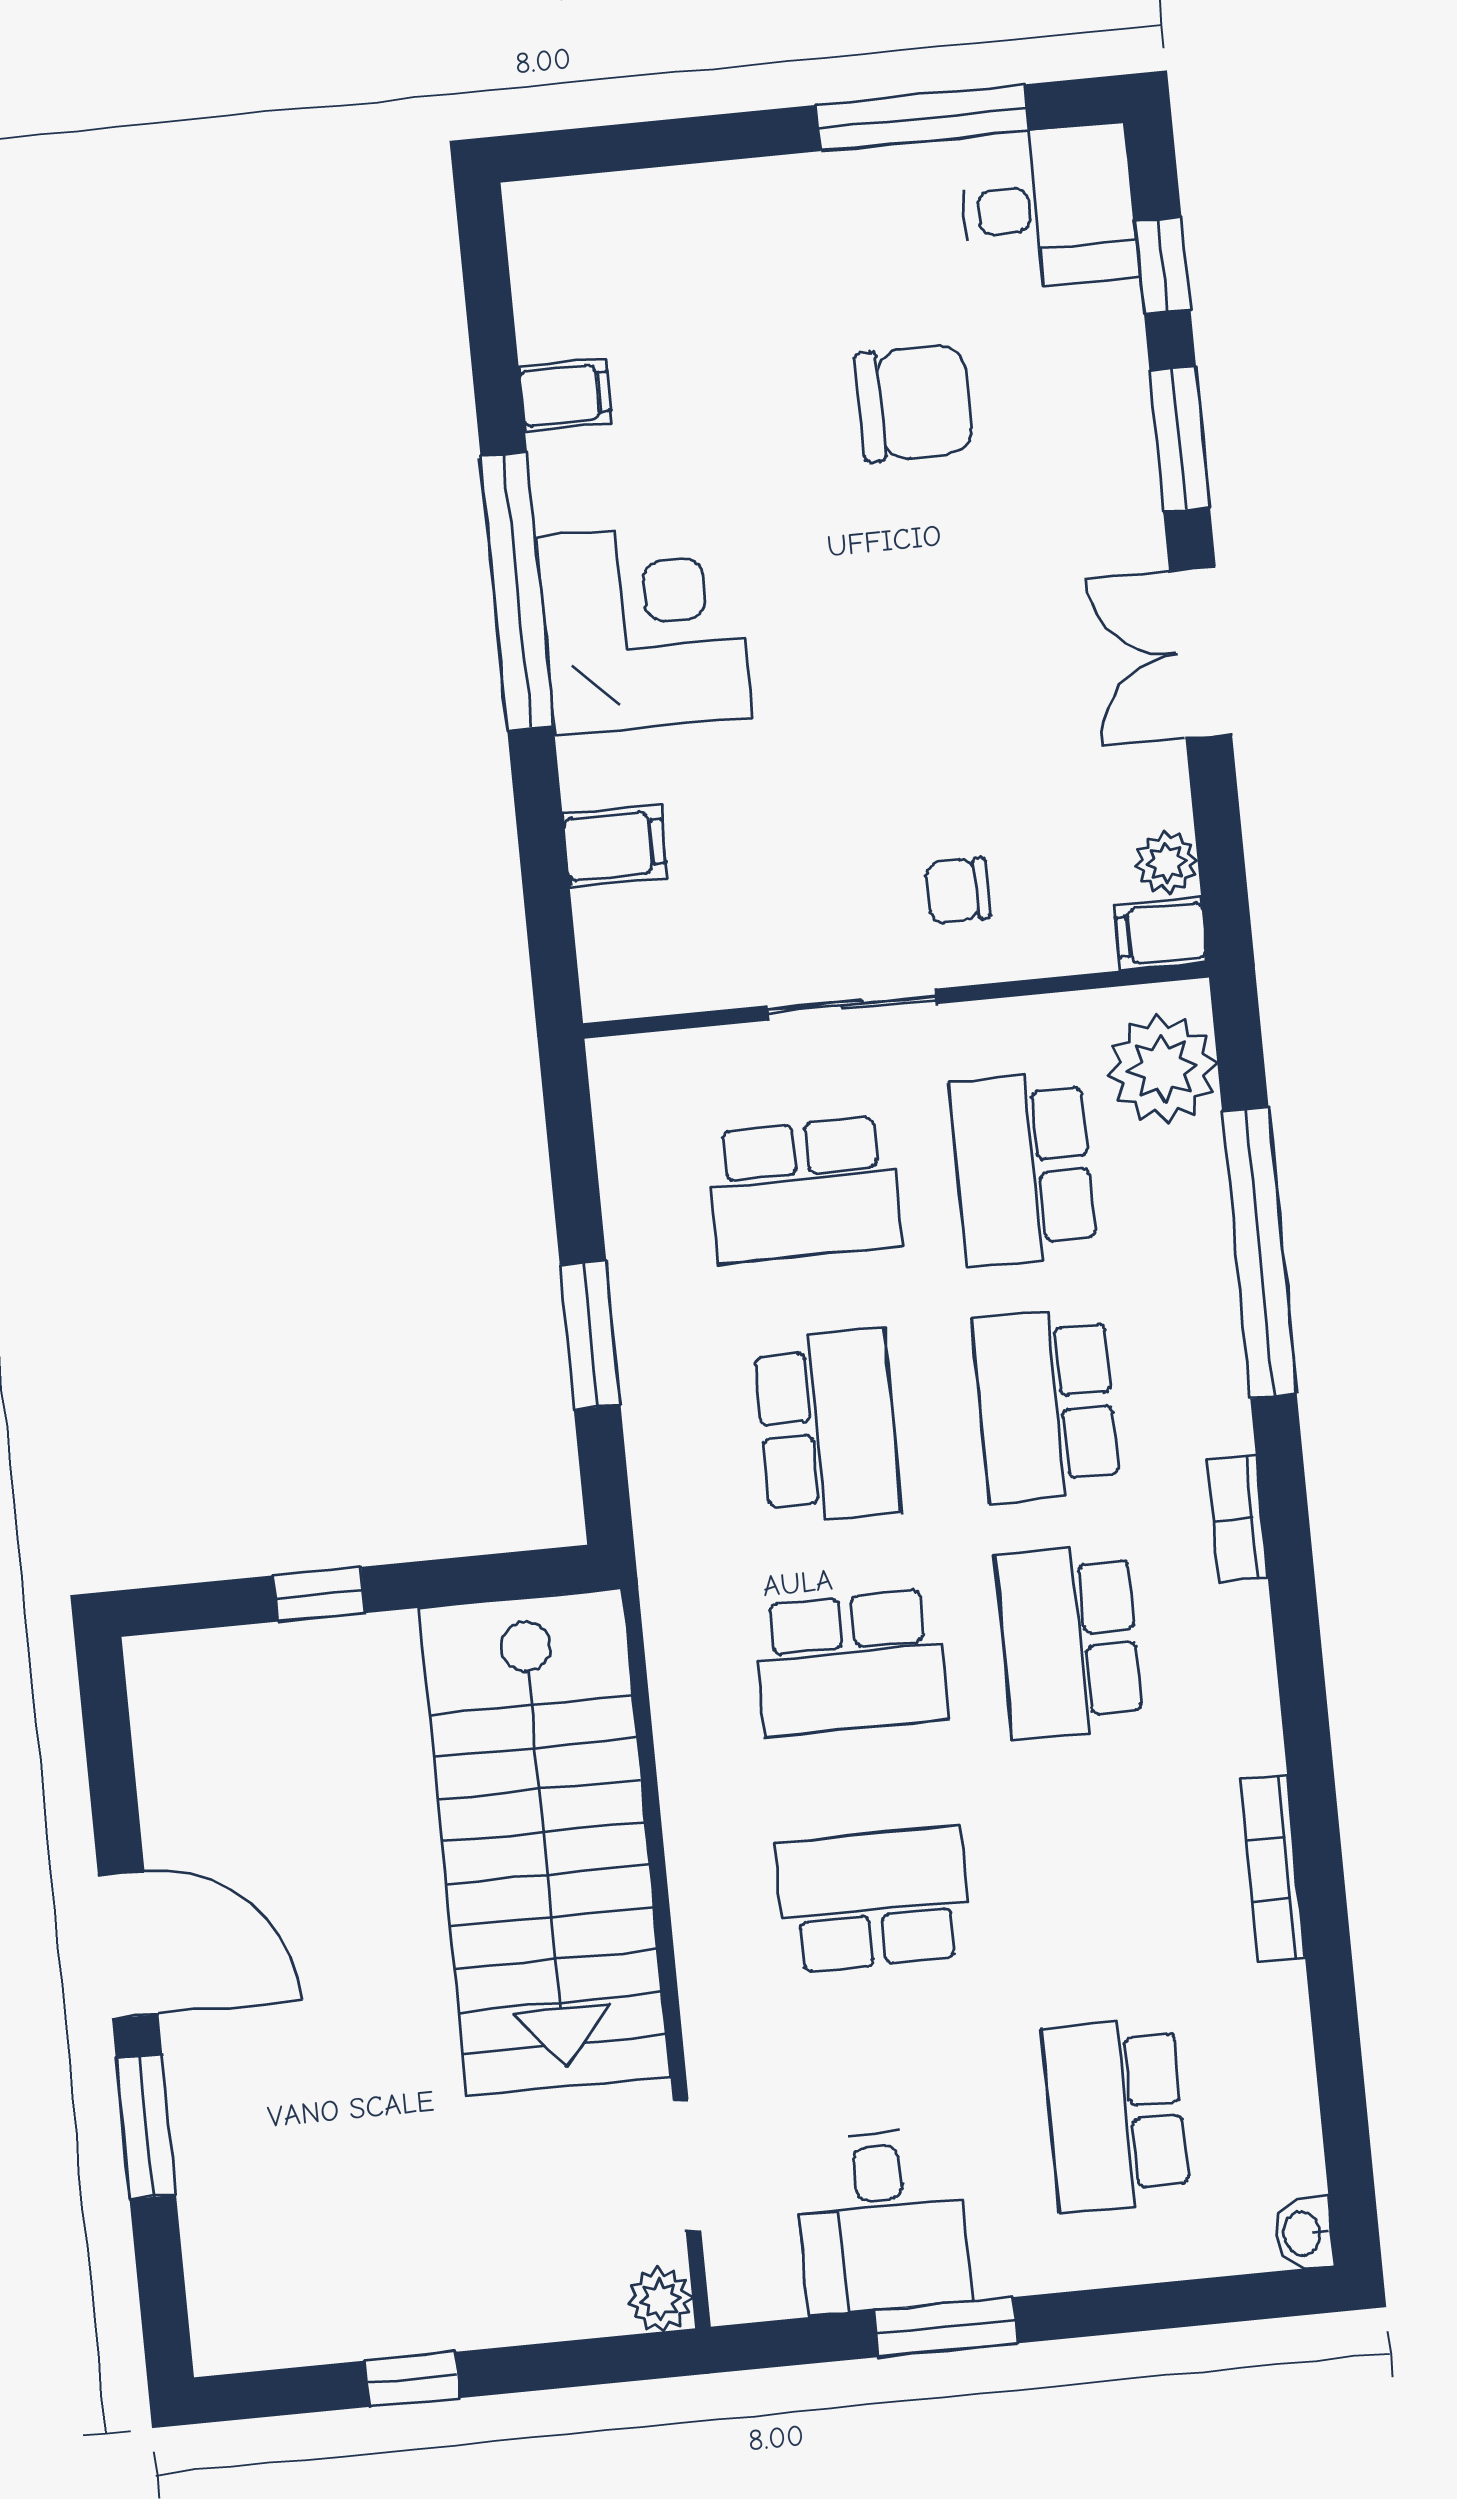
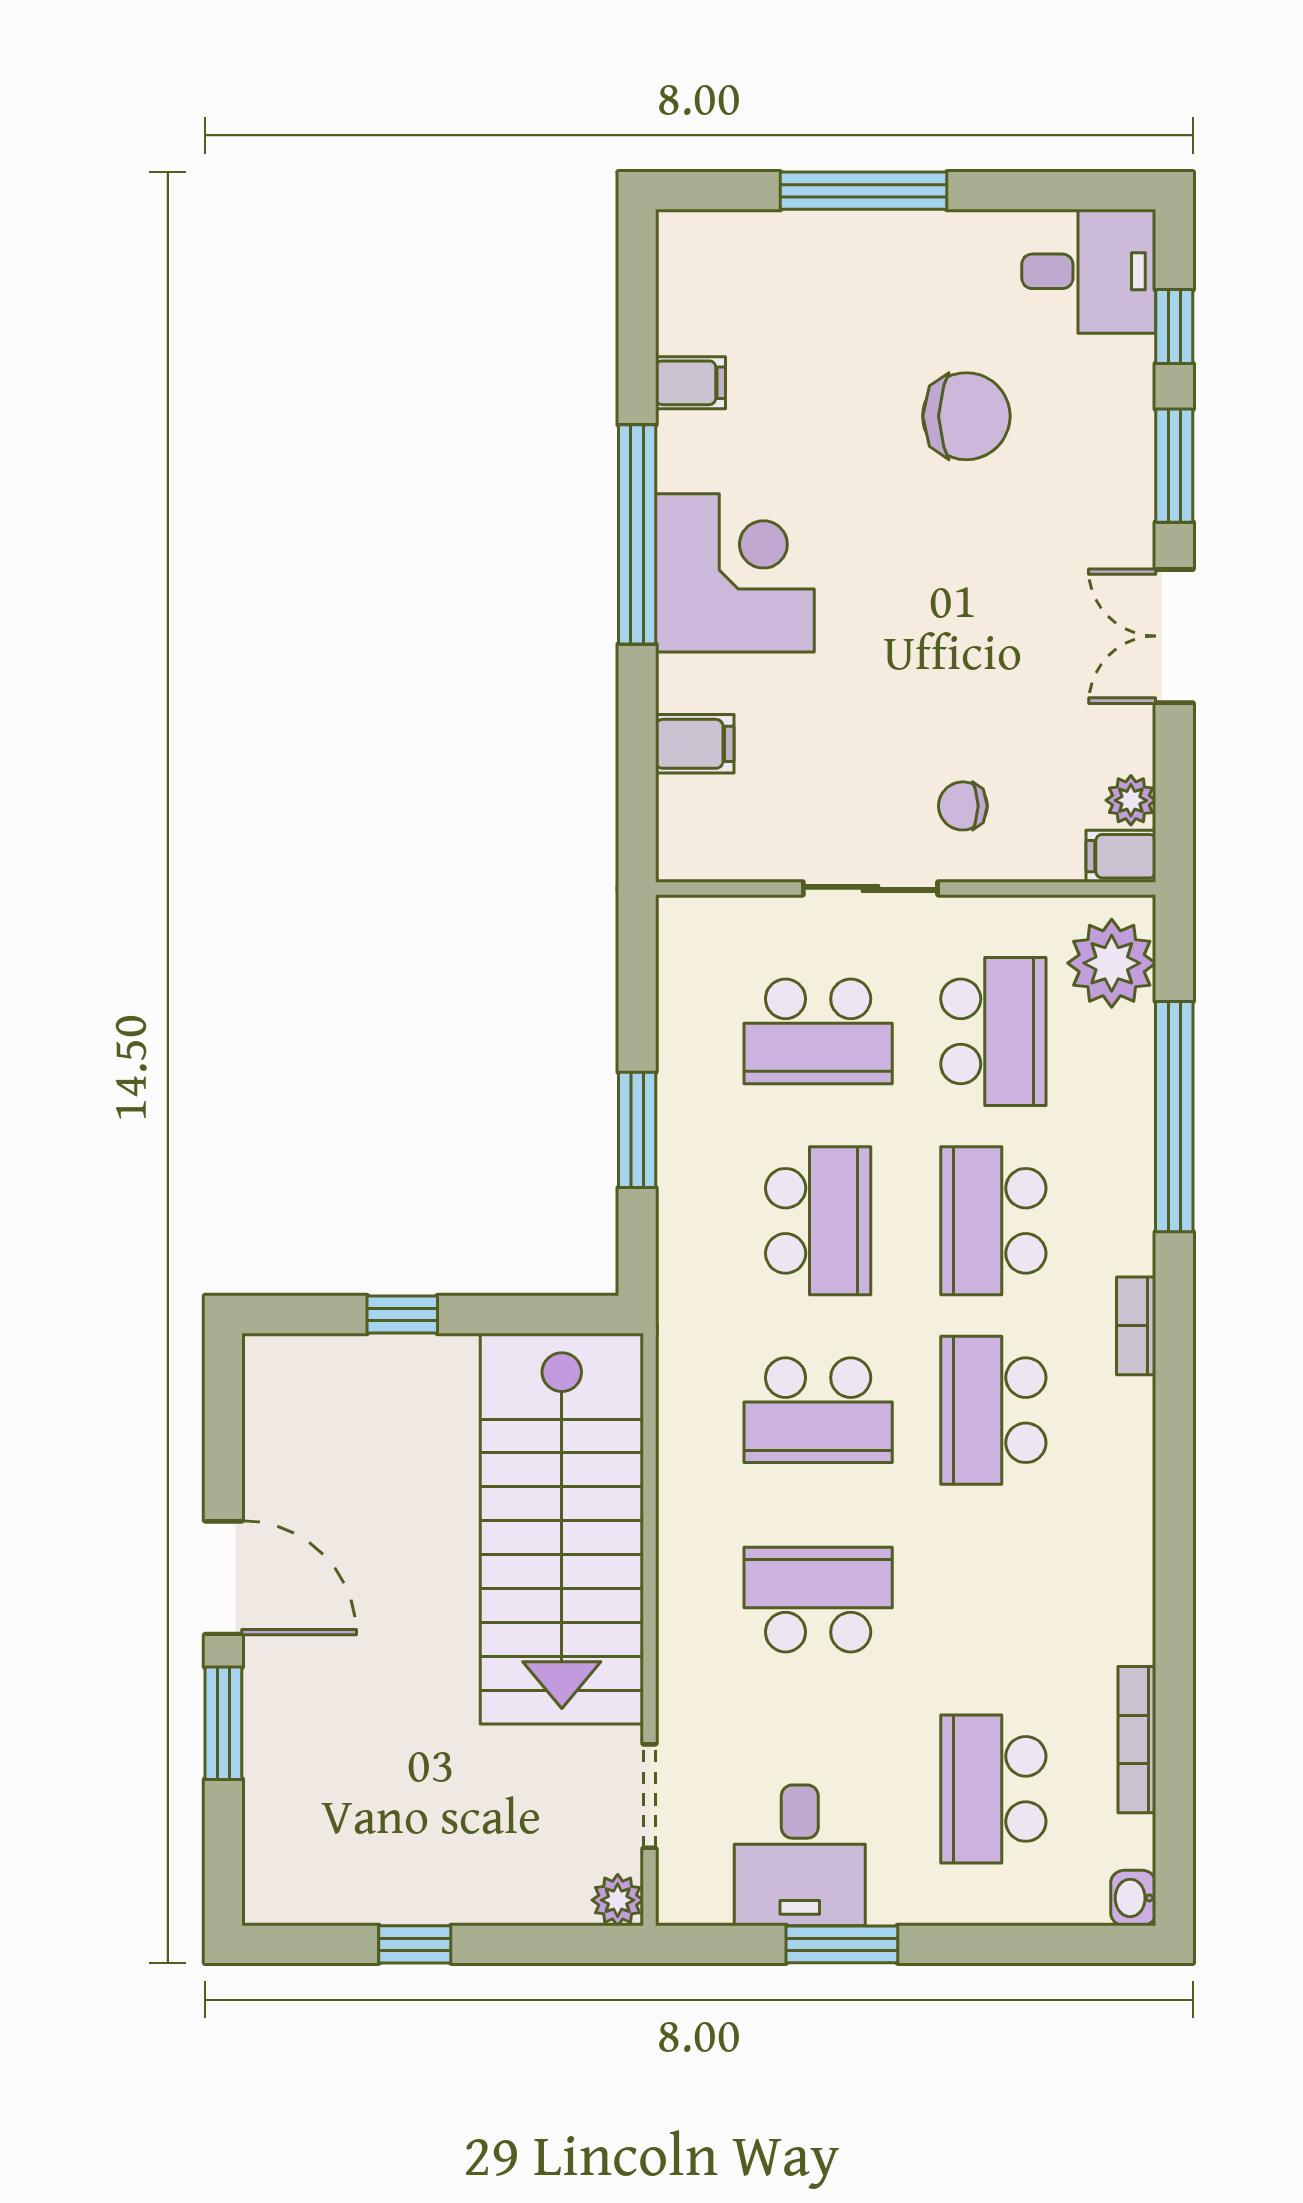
window: (922, 118) -> (864, 191), moved
school desk: (1023, 1168) -> (993, 1031), turned 180
bookcase: (1273, 1868) -> (1137, 1740), moved

